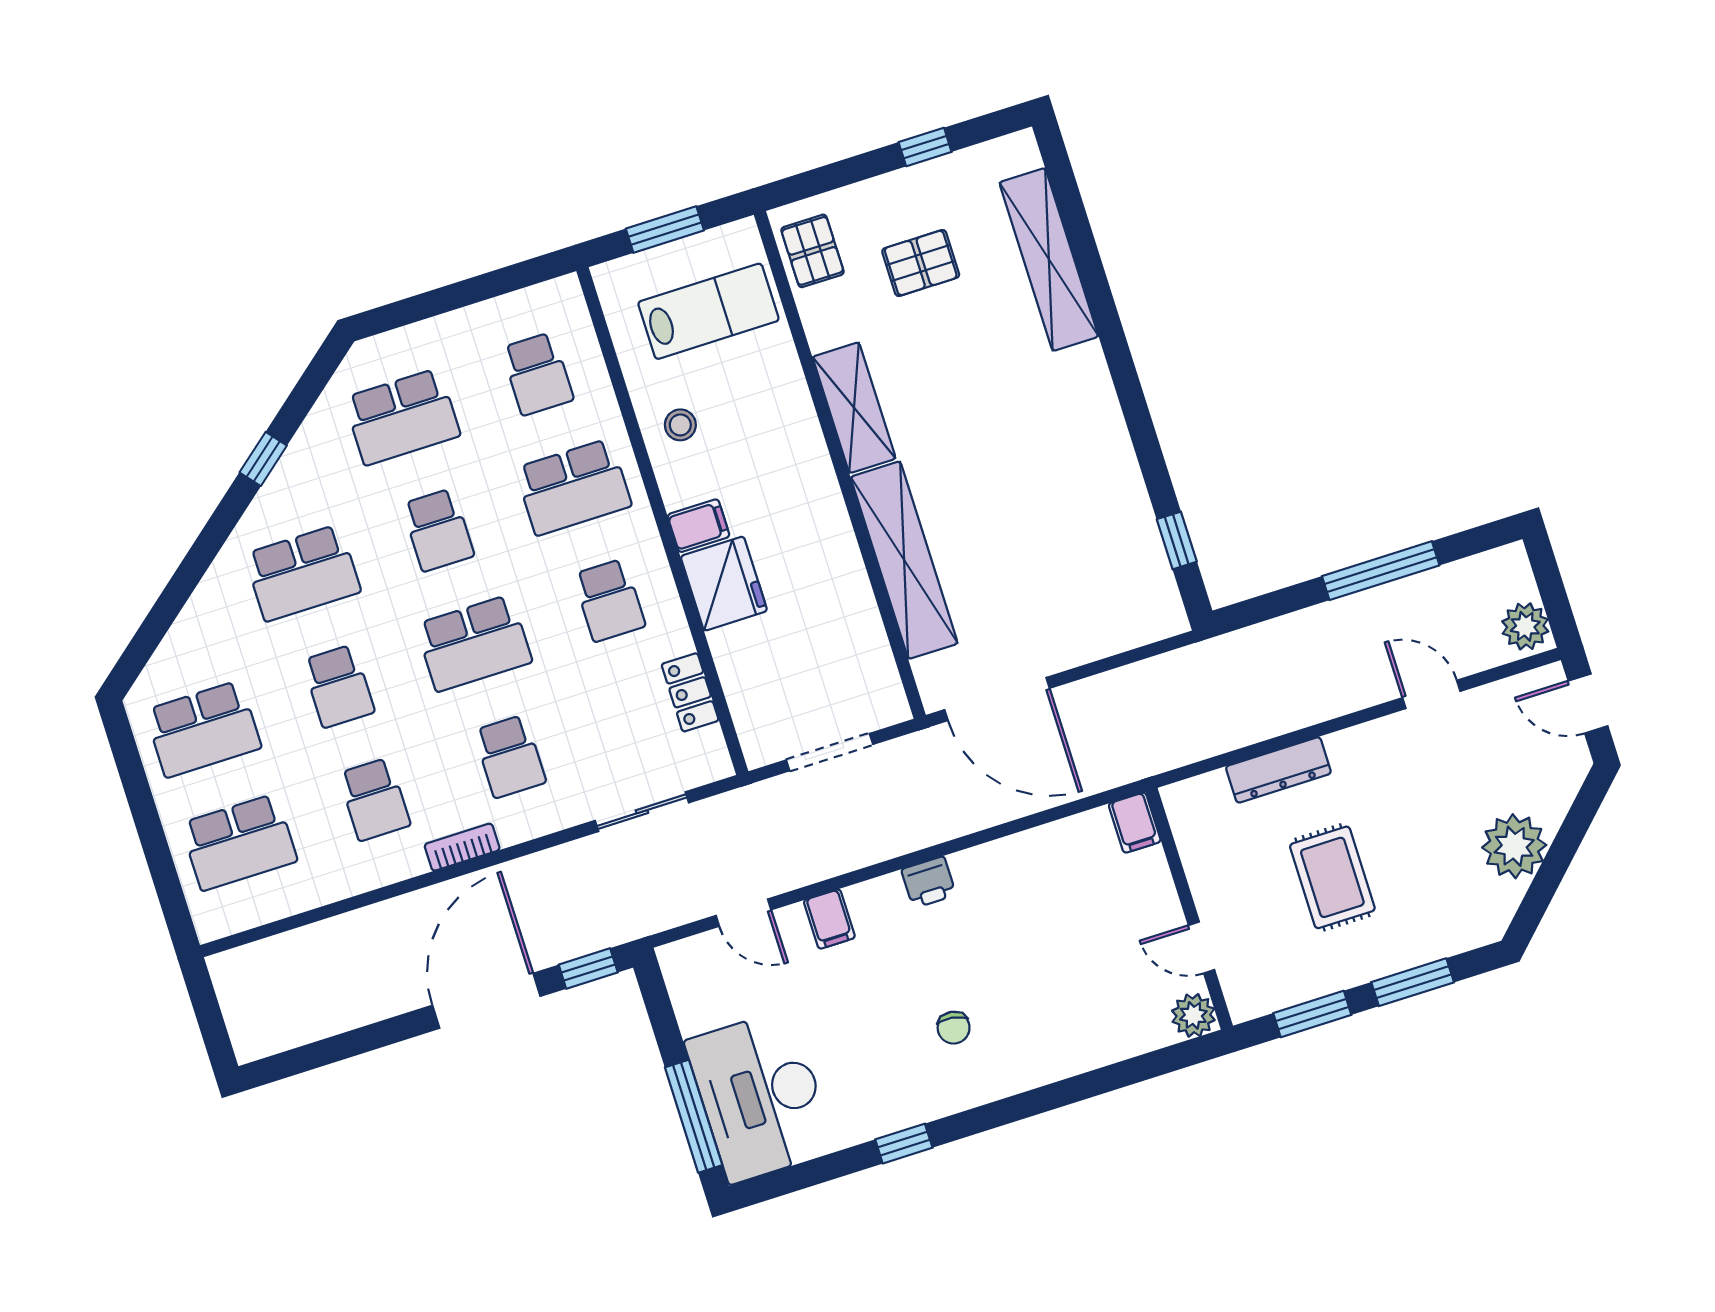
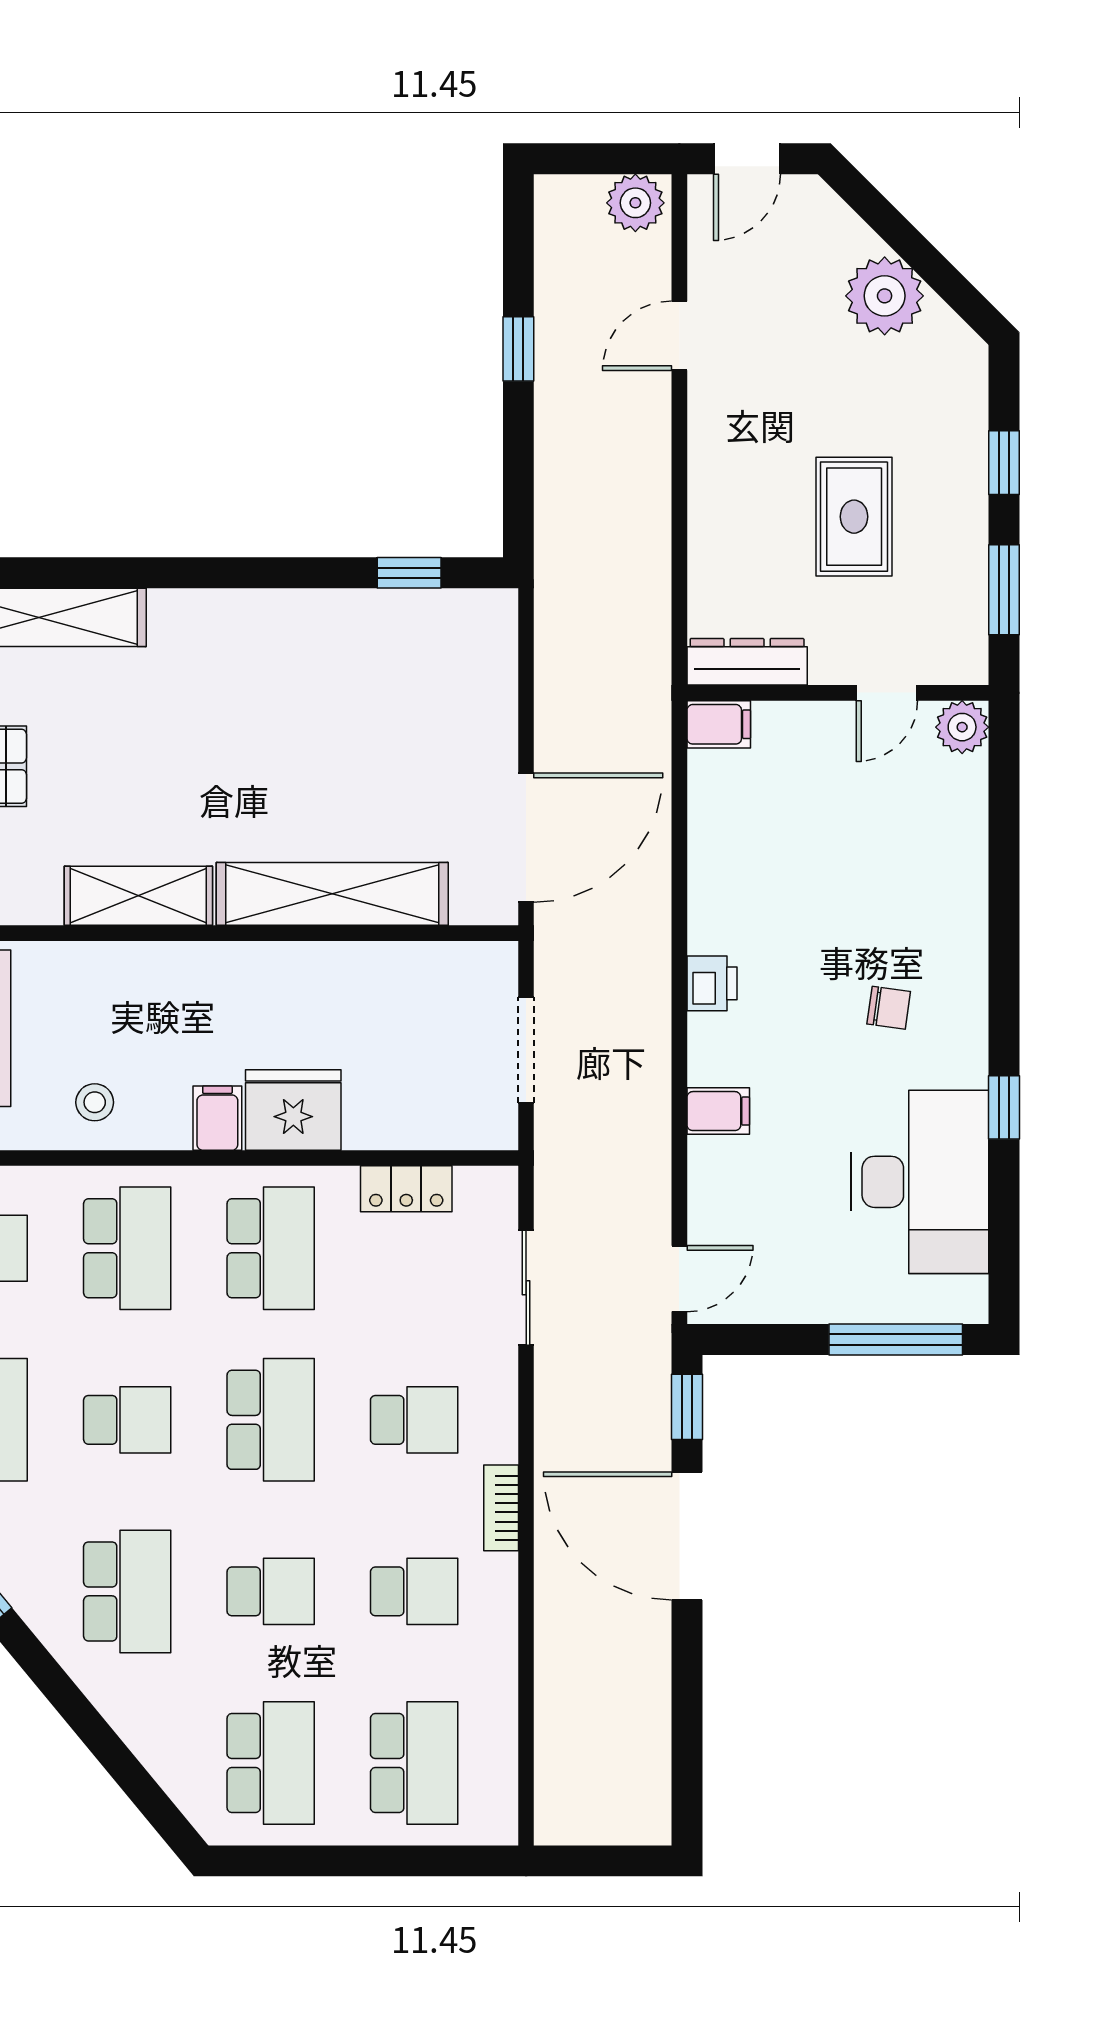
window: (1381, 571) -> (518, 349), width x0.46
school desk: (609, 600) -> (271, 1248), width x1.85
dresser: (1278, 770) -> (747, 662), moved, turned -90
rug: (1332, 877) -> (854, 517), turned 90
door: (744, 913) -> (679, 1279), moved
window: (1413, 982) -> (1004, 463), width x0.67
desk: (760, 1096) -> (920, 1182), moved, turned -90

